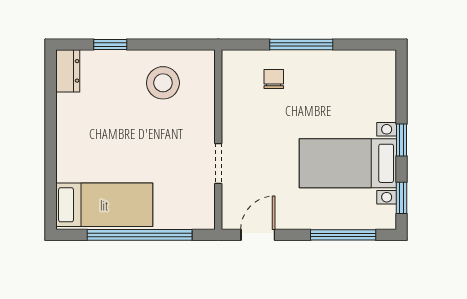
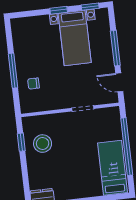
window: (110, 44) -> (21, 142), moved
window: (343, 235) -> (115, 48), moved

